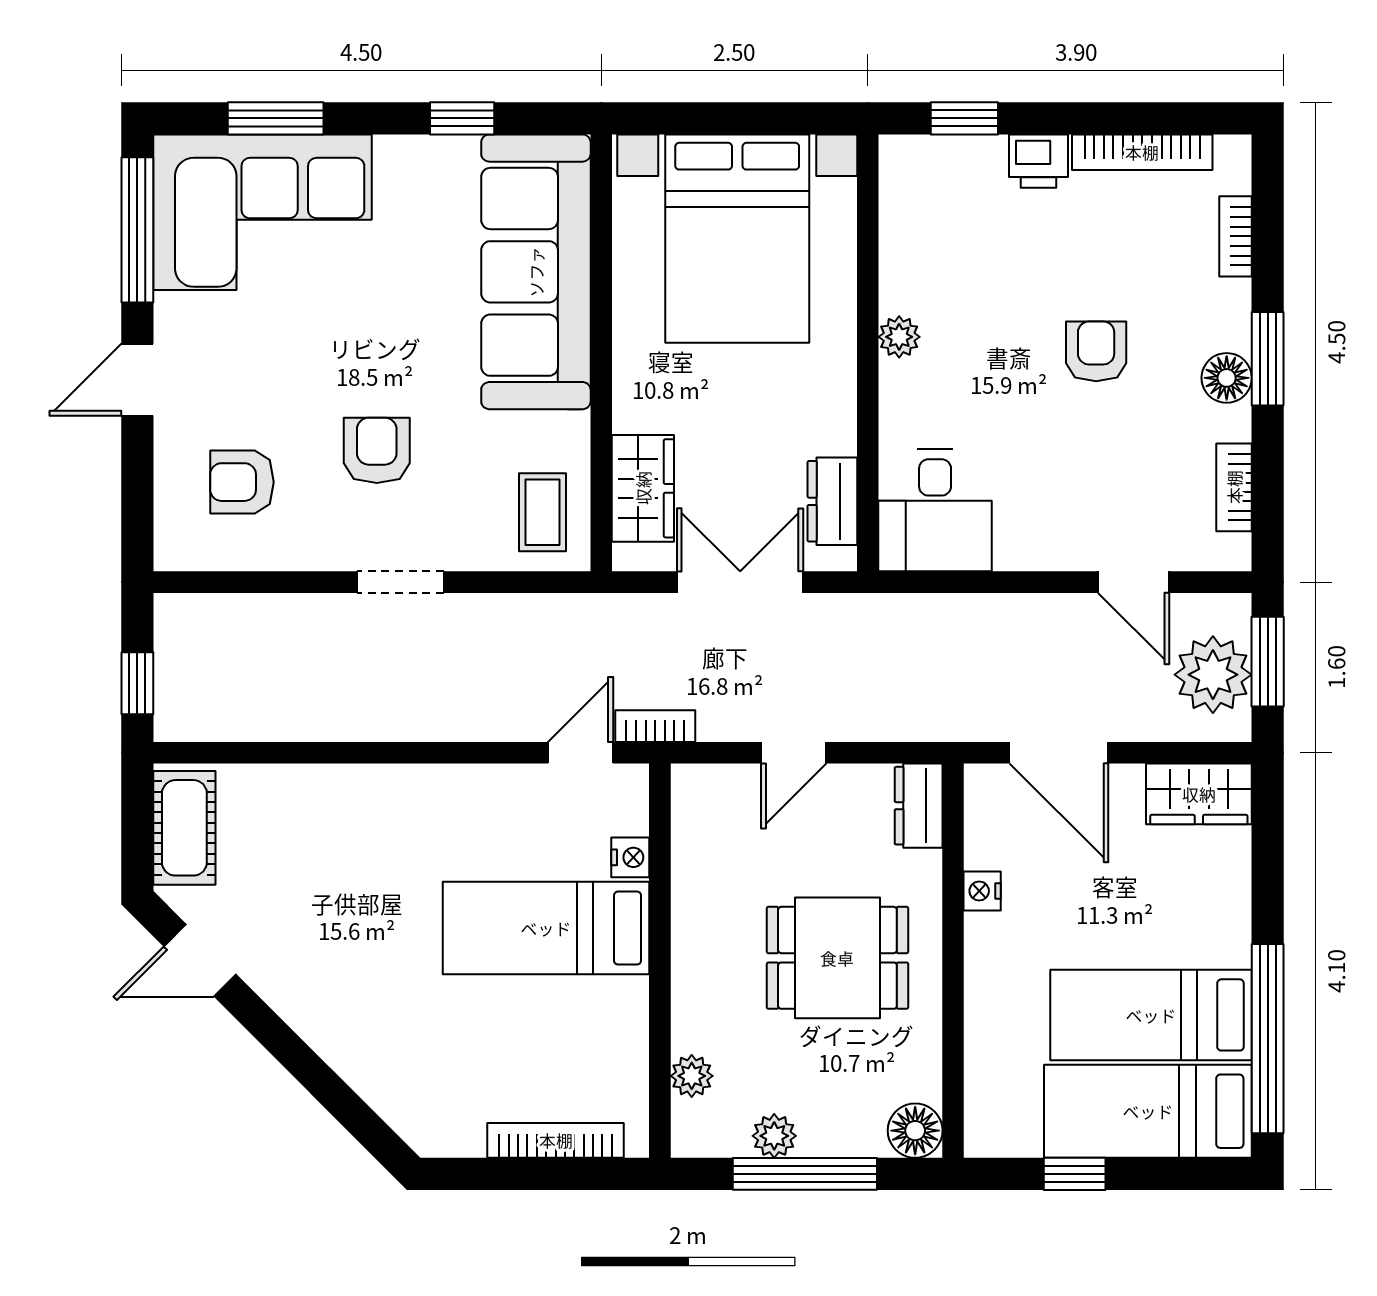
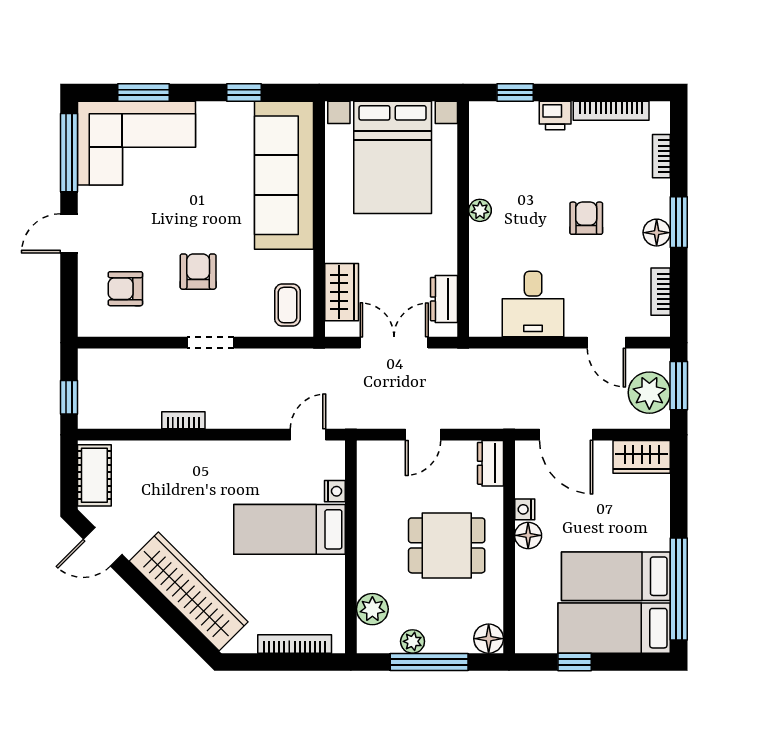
desk: (935, 510) -> (533, 304), moved
bookcase: (655, 726) -> (183, 420), moved
floor lamp: (988, 939) -> (528, 535), added
wardrobe: (359, 1043) -> (189, 591), added
plant: (692, 1076) -> (372, 609), width x1.38, depth x1.38

